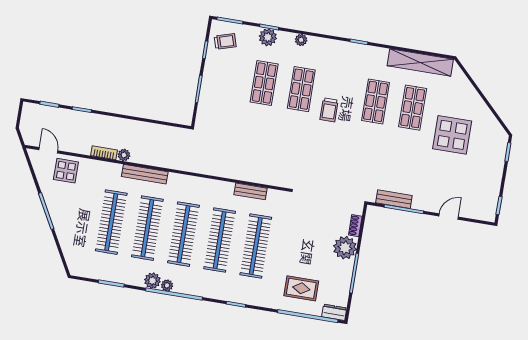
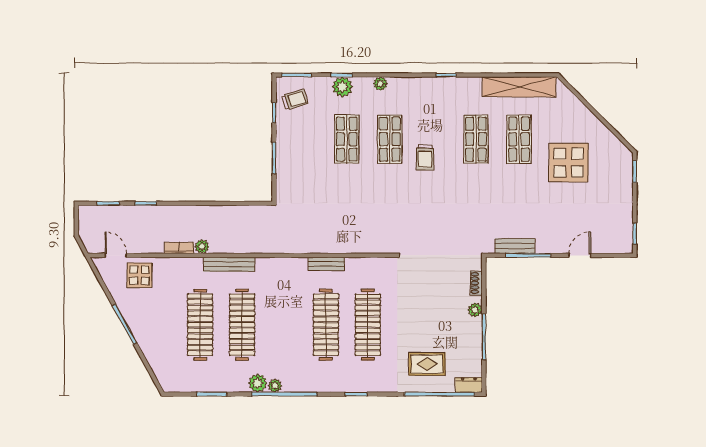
bench: (251, 191) -> (326, 264), moved
clothes rail: (183, 234) -> (284, 325), removed
plant: (345, 248) -> (475, 310), width x0.53, depth x0.53

